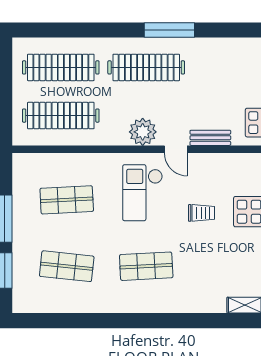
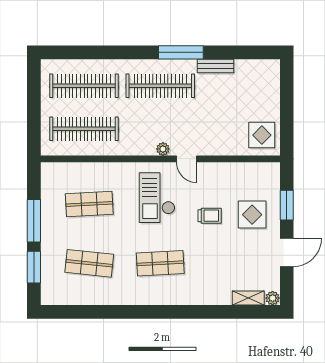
plant: (143, 132) -> (163, 149), width x0.53, depth x0.53
bench: (210, 138) -> (215, 66), moved

